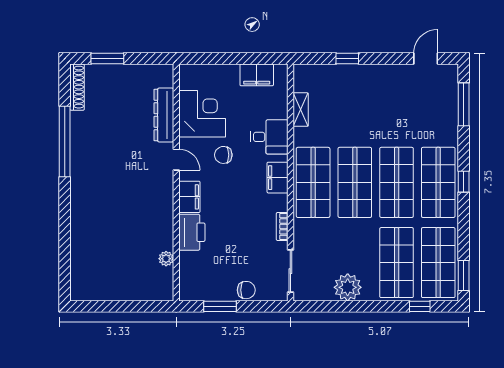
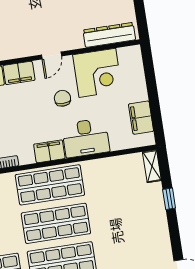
shelving: (301, 110) -> (152, 166), moved, turned 90
dresser: (164, 115) -> (109, 35), moved
desk: (269, 137) -> (86, 138), width x1.37

